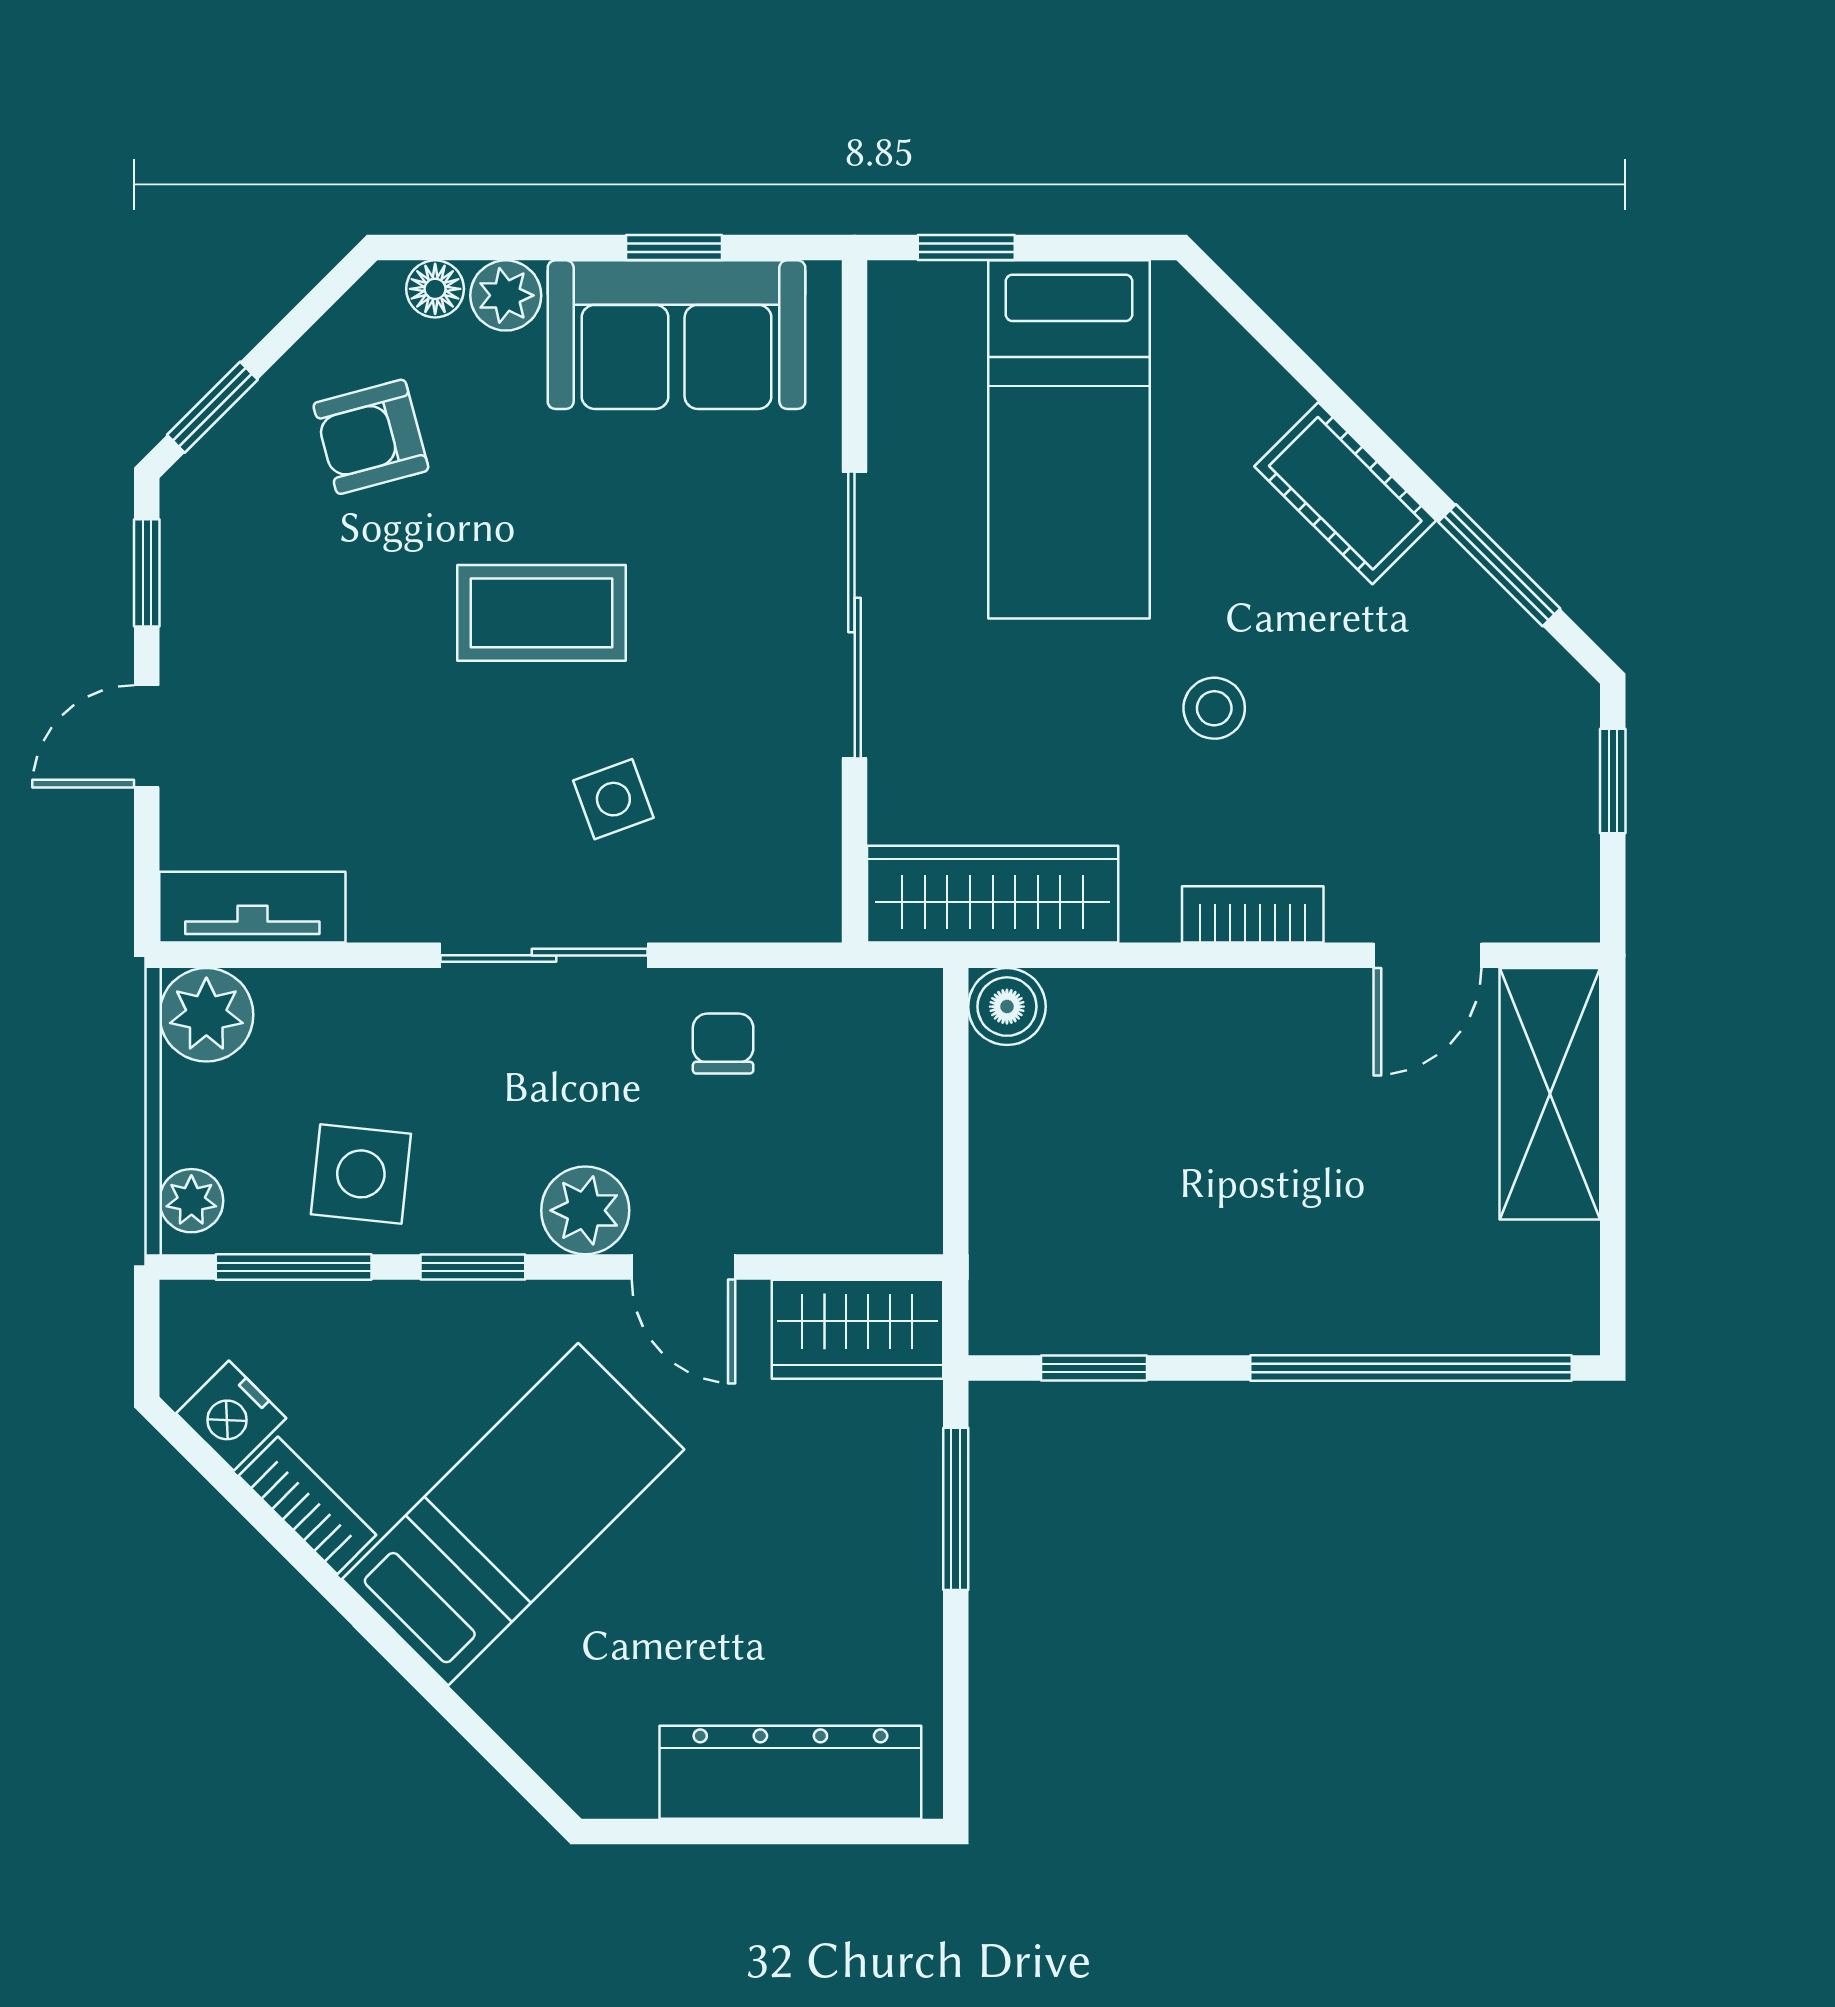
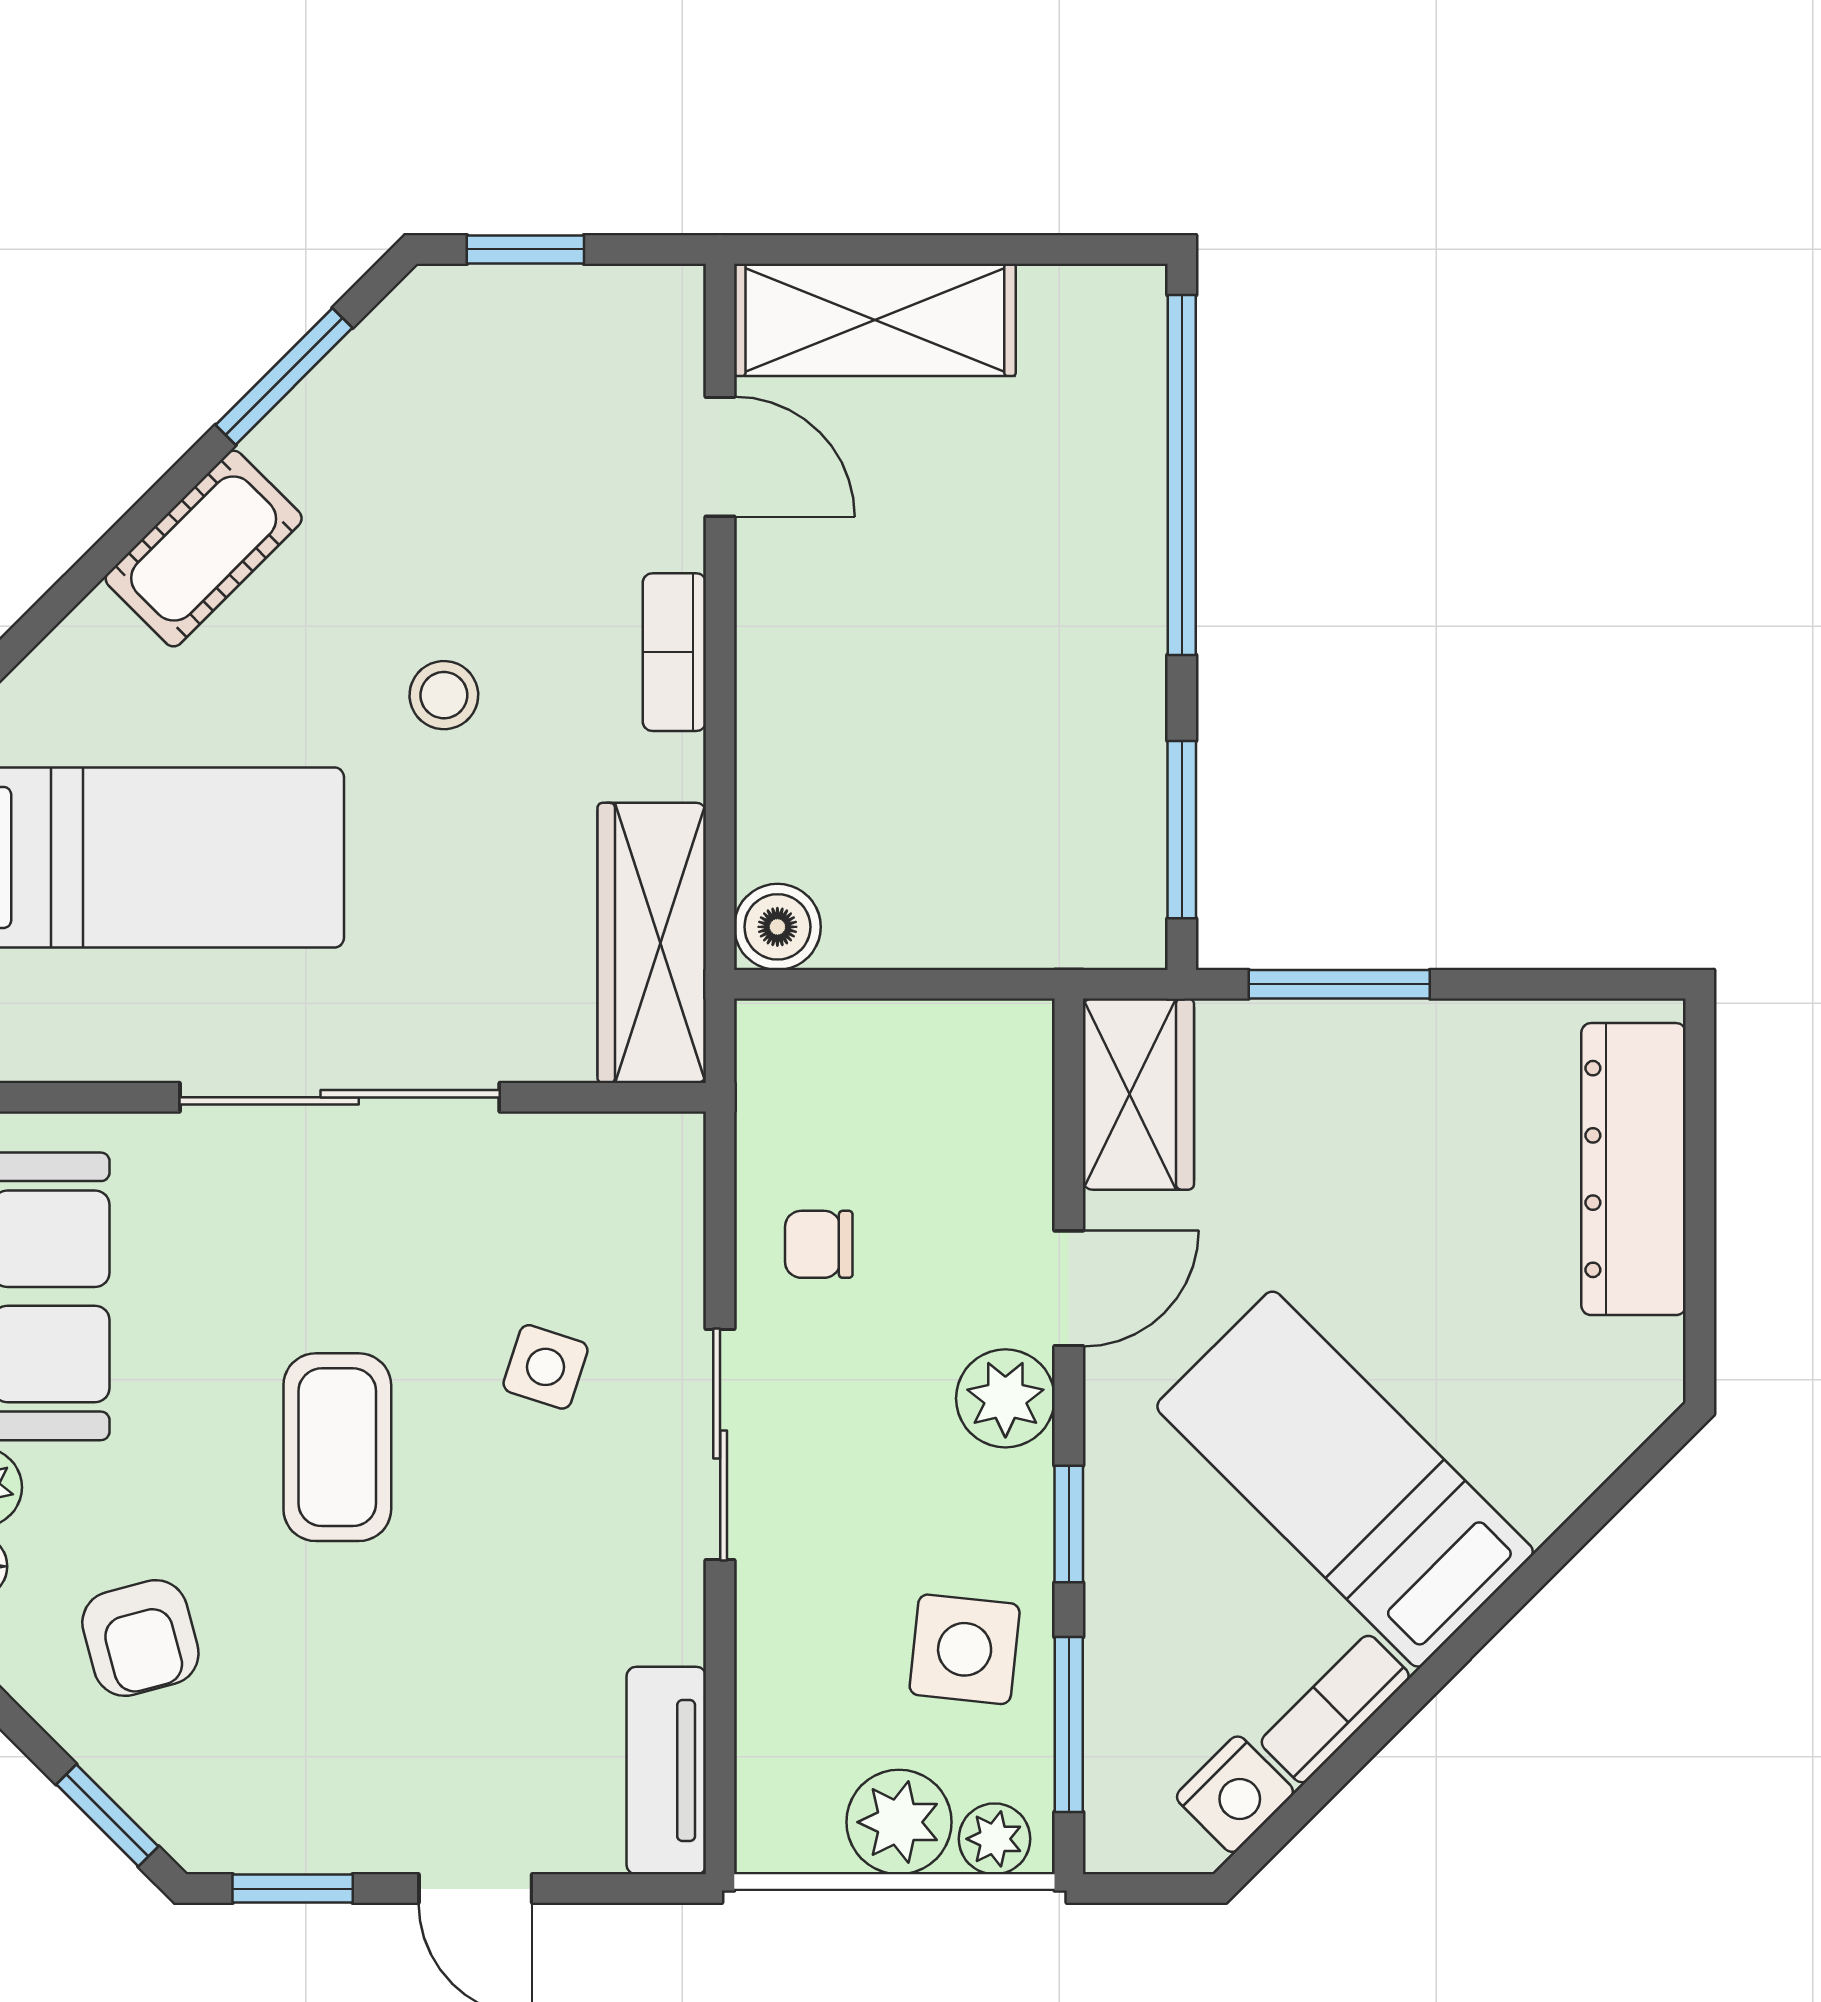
side table: (613, 799) -> (545, 1367), turned 38
plant: (206, 1015) -> (899, 1822), moved
window: (1094, 1368) -> (1182, 830), width x1.50

